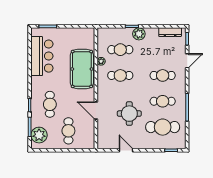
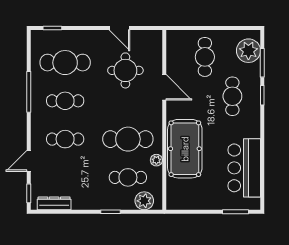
plant: (139, 34) -> (144, 201), moved
cafe table: (120, 75) -> (128, 139), width x1.37, depth x1.35
round table: (129, 114) -> (125, 70), moved

